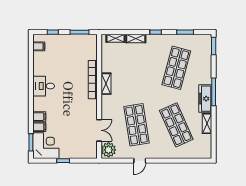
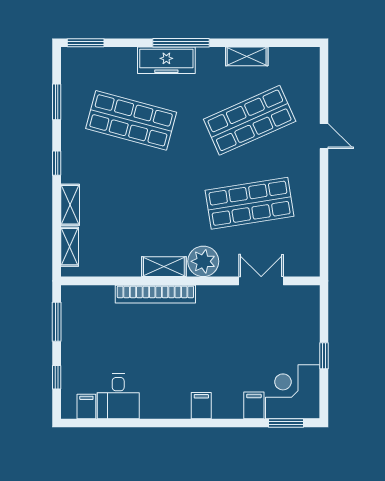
desk: (44, 86) -> (118, 396), moved
freezer: (205, 99) -> (166, 60), moved
filing cabinet: (39, 117) -> (201, 406), moved
plant: (109, 150) -> (203, 261), moved
door: (140, 161) -> (324, 136), moved

